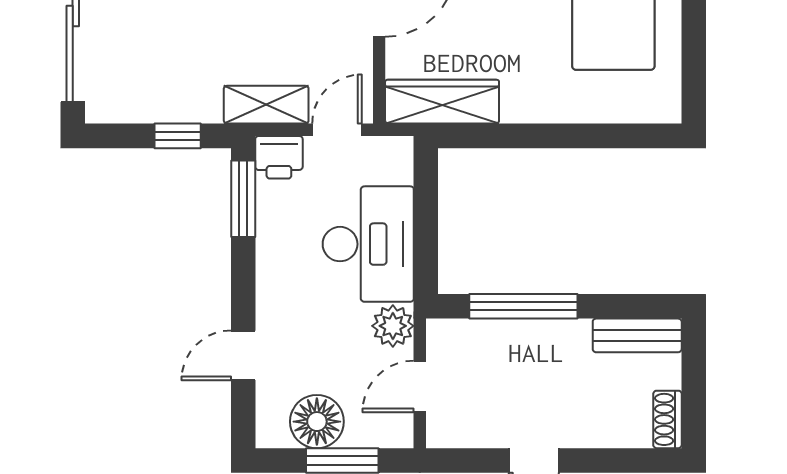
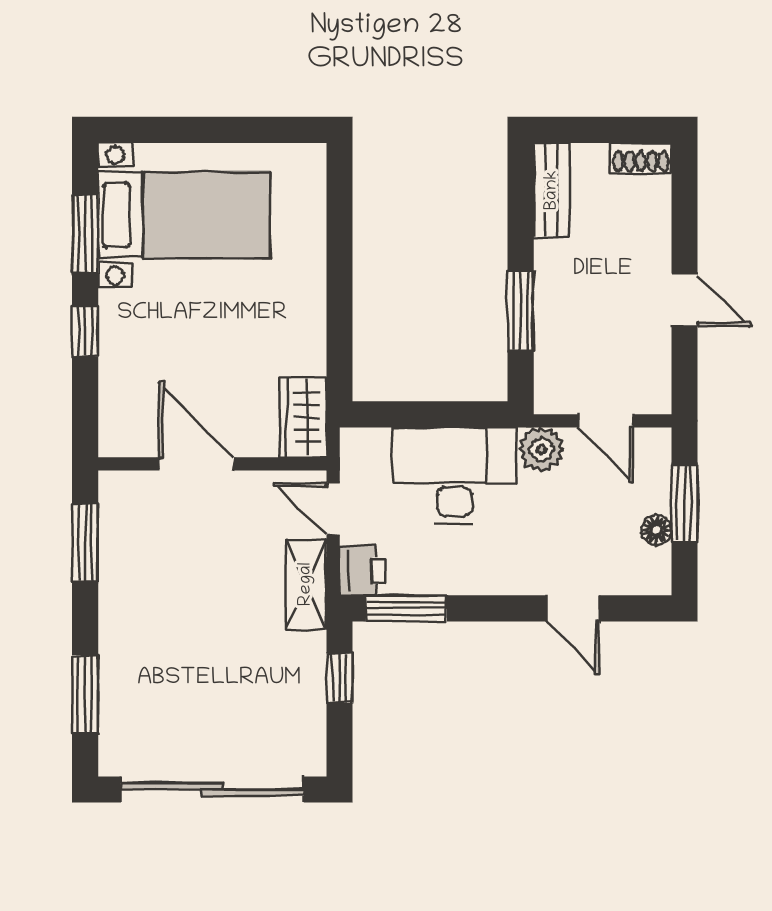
wardrobe: (442, 102) -> (303, 417), width x0.67
window: (523, 306) -> (521, 311), width x0.69
floor lamp: (317, 422) -> (656, 530), width x0.53, depth x0.53

